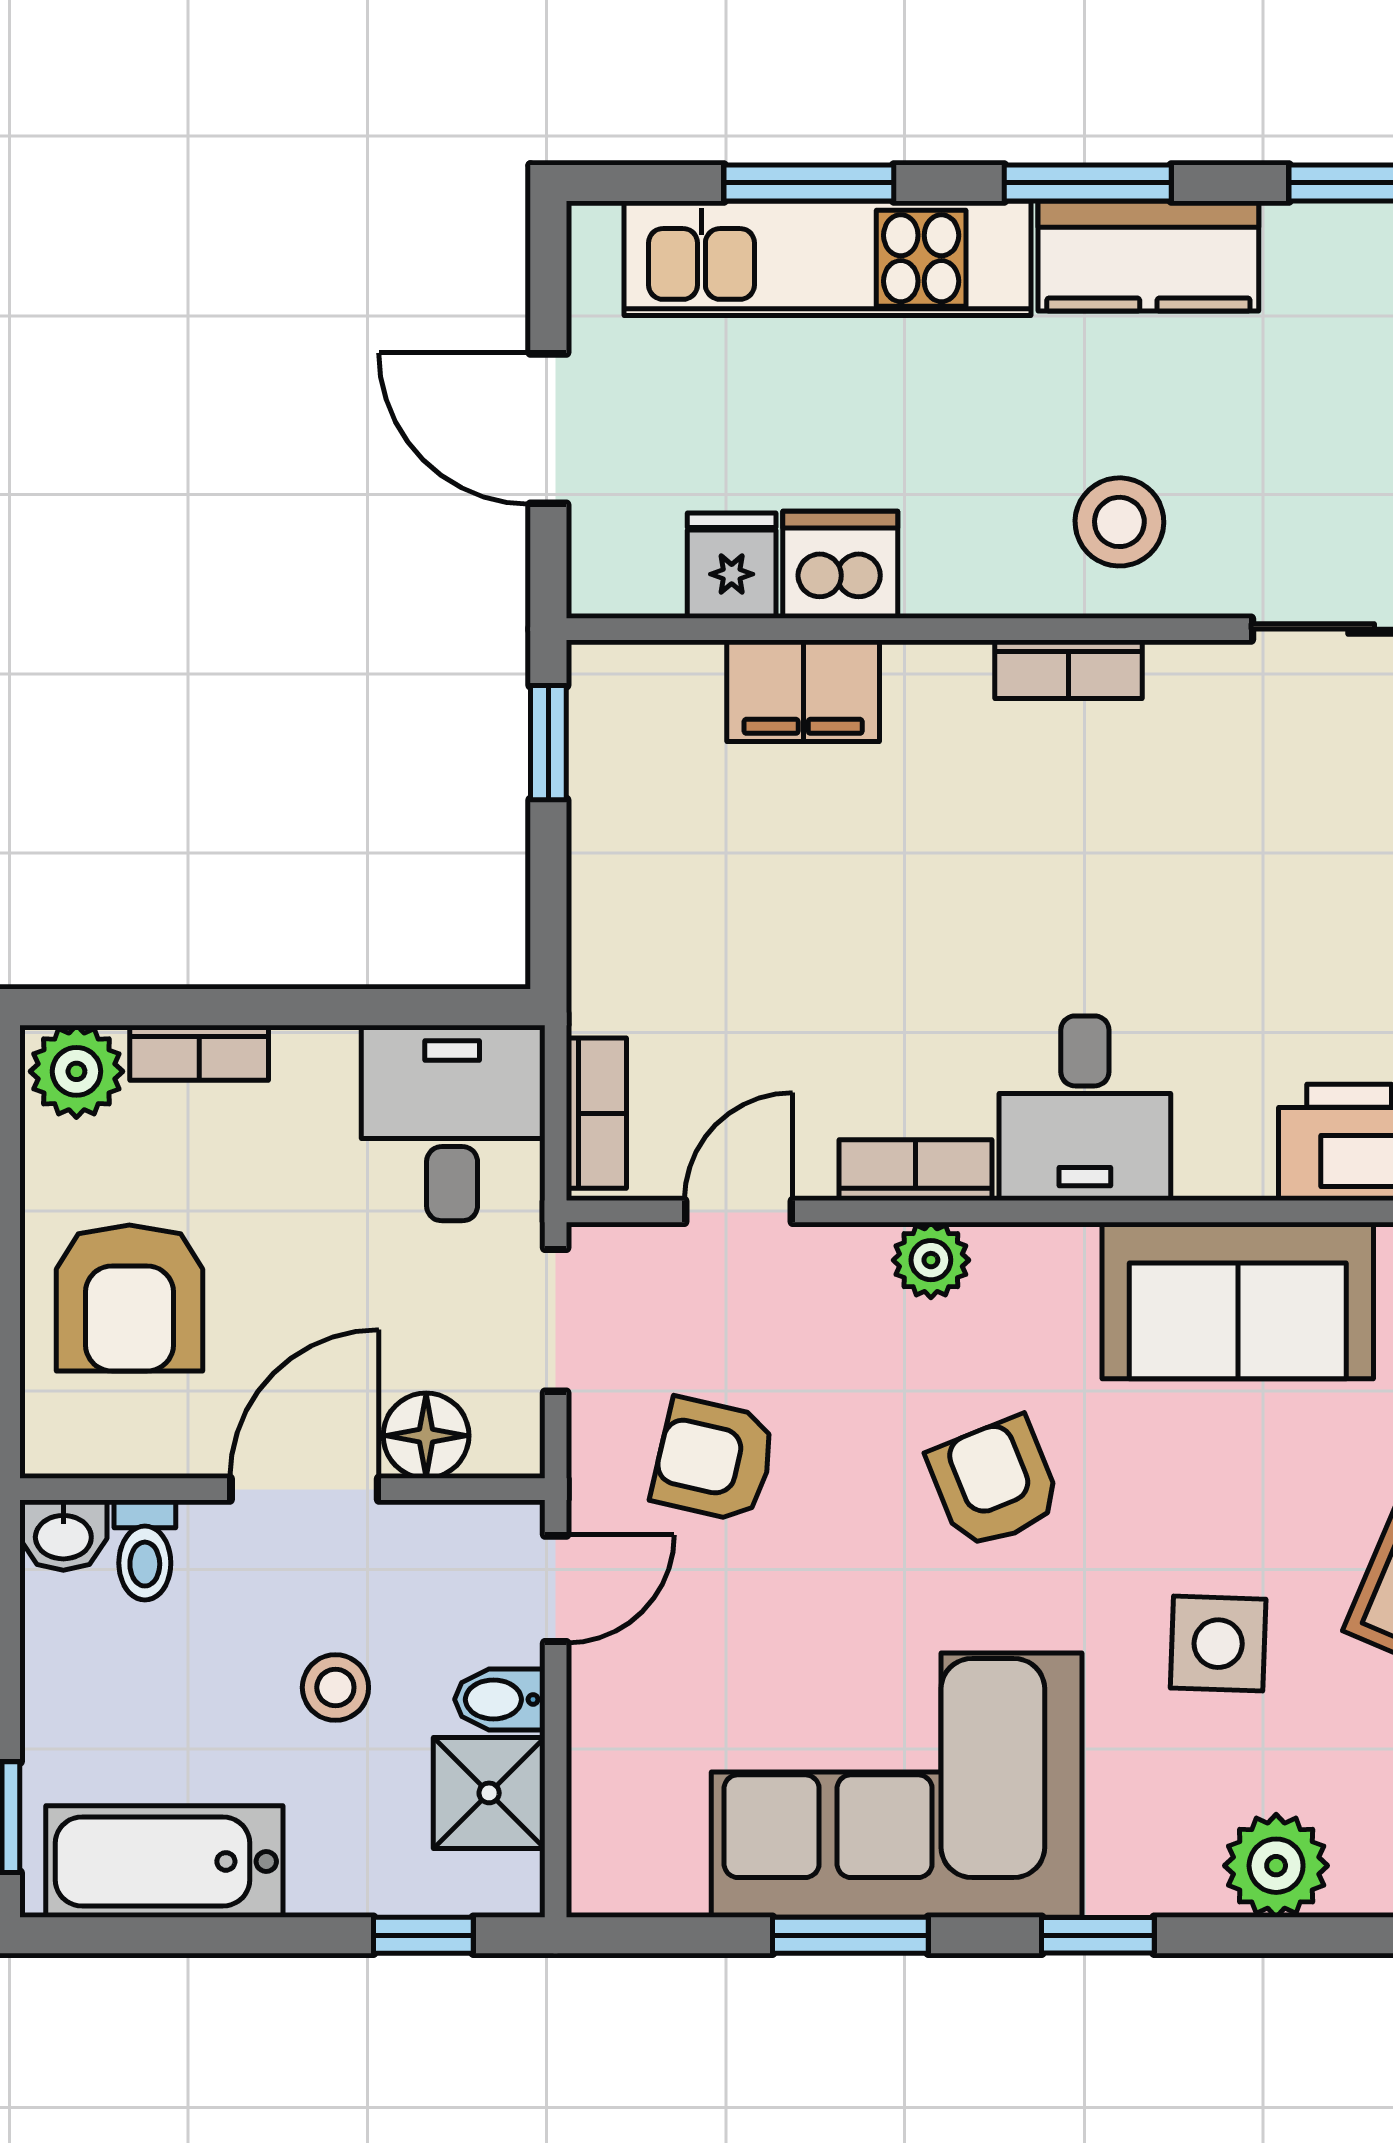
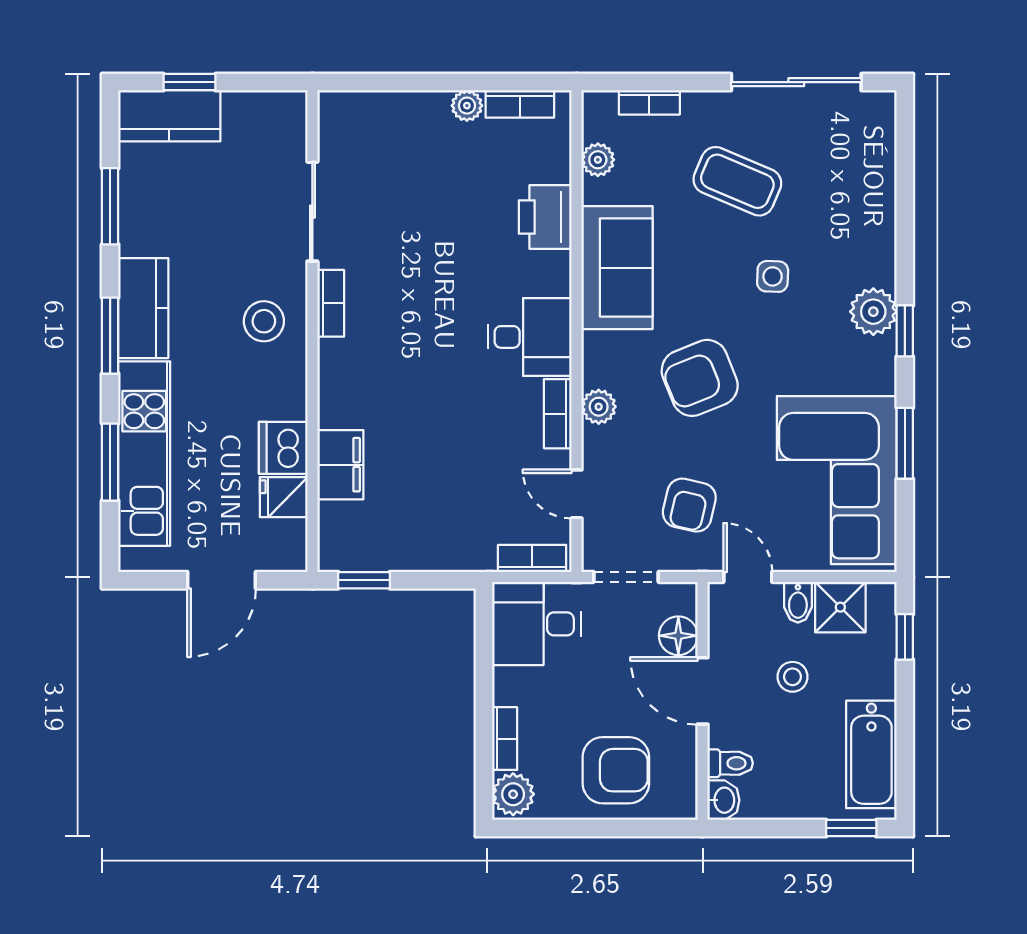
bookcase: (1068, 669) -> (331, 303), moved
armchair: (994, 1483) -> (700, 378), width x1.38, depth x1.38
side table: (1218, 1644) -> (773, 276), width x0.73, depth x0.73
corner sofa: (897, 1785) -> (837, 480), moved
plant: (1276, 1866) -> (873, 312), moved

